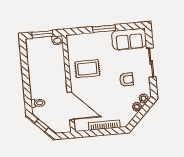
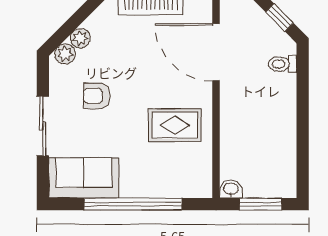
window: (104, 29) -> (133, 204), width x2.11

